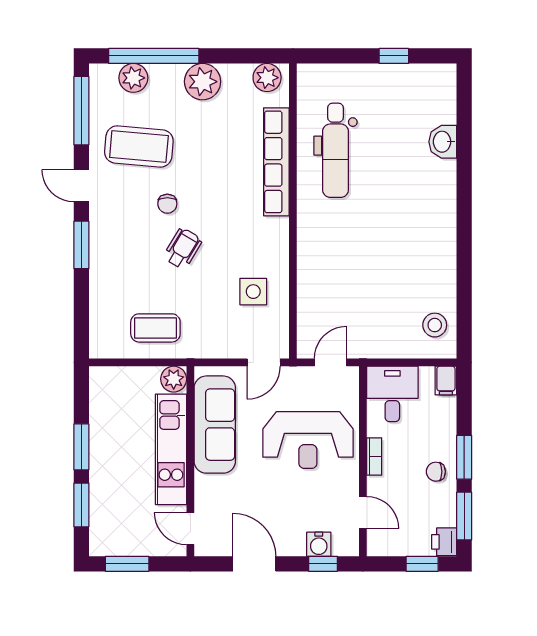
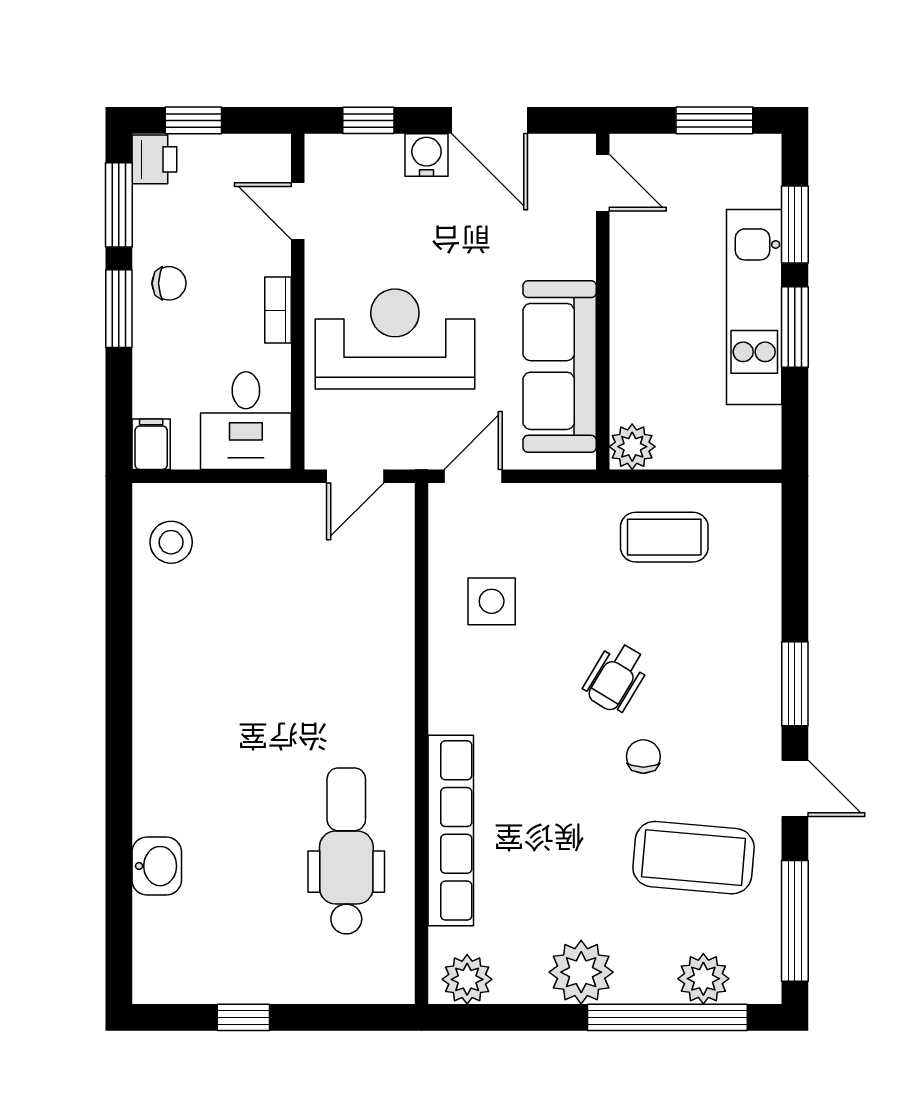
kitchen unit: (171, 449) -> (754, 307), moved, turned 180
water cooler: (319, 544) -> (426, 155), moved

